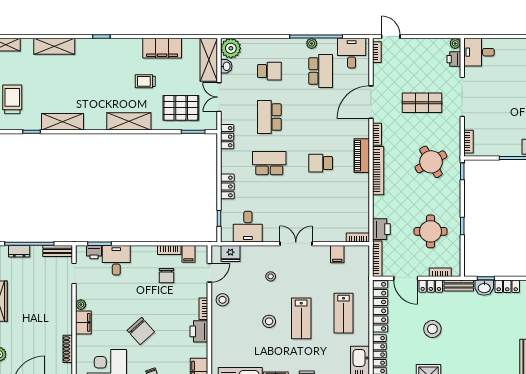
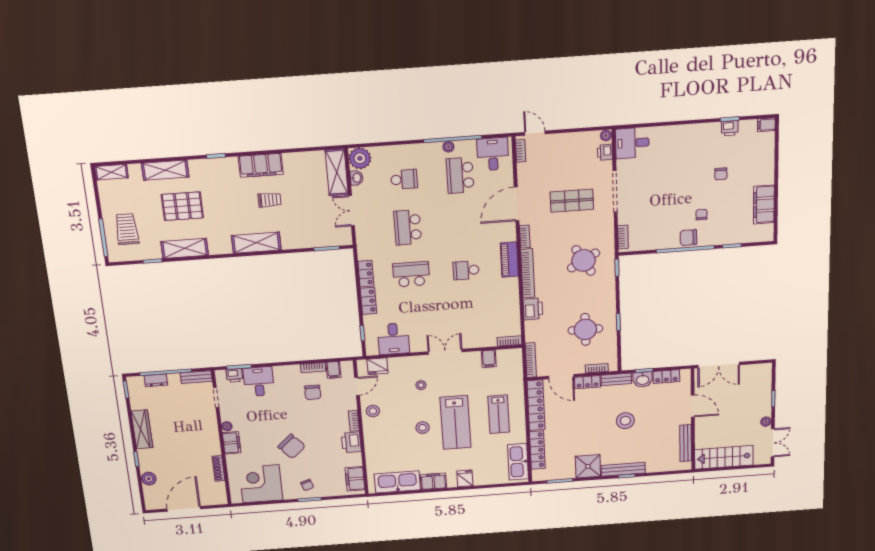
filing cabinet: (162, 48) -> (261, 165), moved
school desk: (321, 71) -> (460, 175), turned 180
trolley: (145, 81) -> (270, 200), turned 180
pallet: (181, 108) -> (182, 206), moved
locker: (227, 137) -> (366, 274), moved
printer: (381, 229) -> (533, 309), moved
lab bench: (301, 318) -> (455, 422), width x1.36, depth x1.39
stool: (432, 329) -> (625, 421), moved

